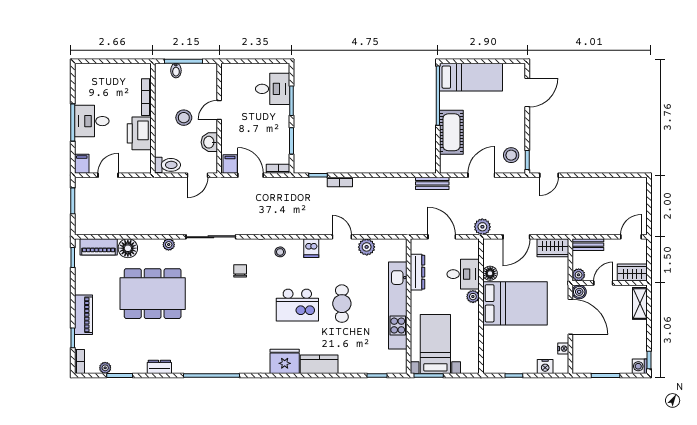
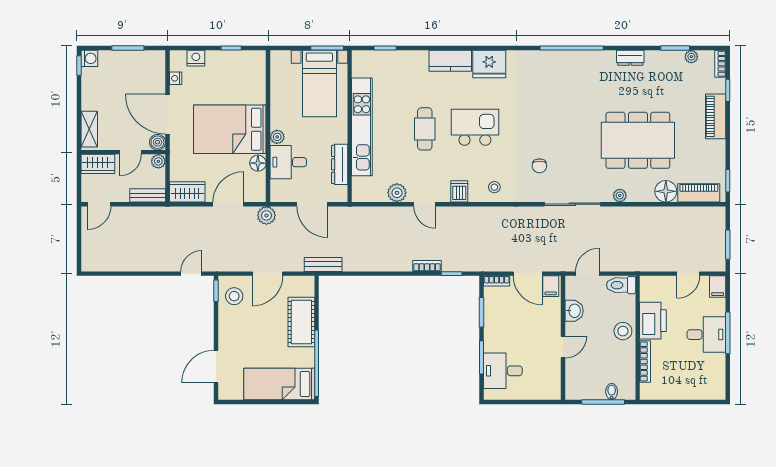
stool: (184, 118) -> (623, 331), moved

